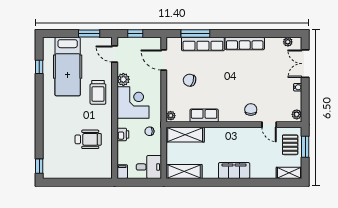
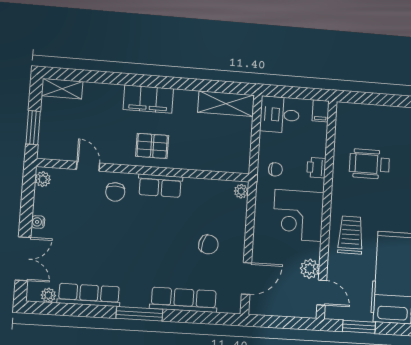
window: (135, 34) -> (288, 323), removed
window: (195, 34) -> (139, 314), moved
row of seats: (245, 43) -> (89, 295), moved
door: (164, 60) -> (247, 278), hinge flipped
plant: (123, 79) -> (310, 269), moved
row of seats: (204, 116) -> (160, 186), moved
shelving: (185, 135) -> (221, 160), removed
pallet: (290, 145) -> (152, 146), moved, turned 90

